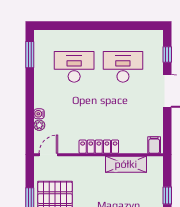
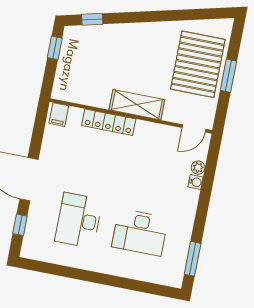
desk: (123, 67) -> (79, 220), turned 90
locker: (99, 147) -> (109, 122), moved
shelving: (126, 164) -> (137, 105), moved

